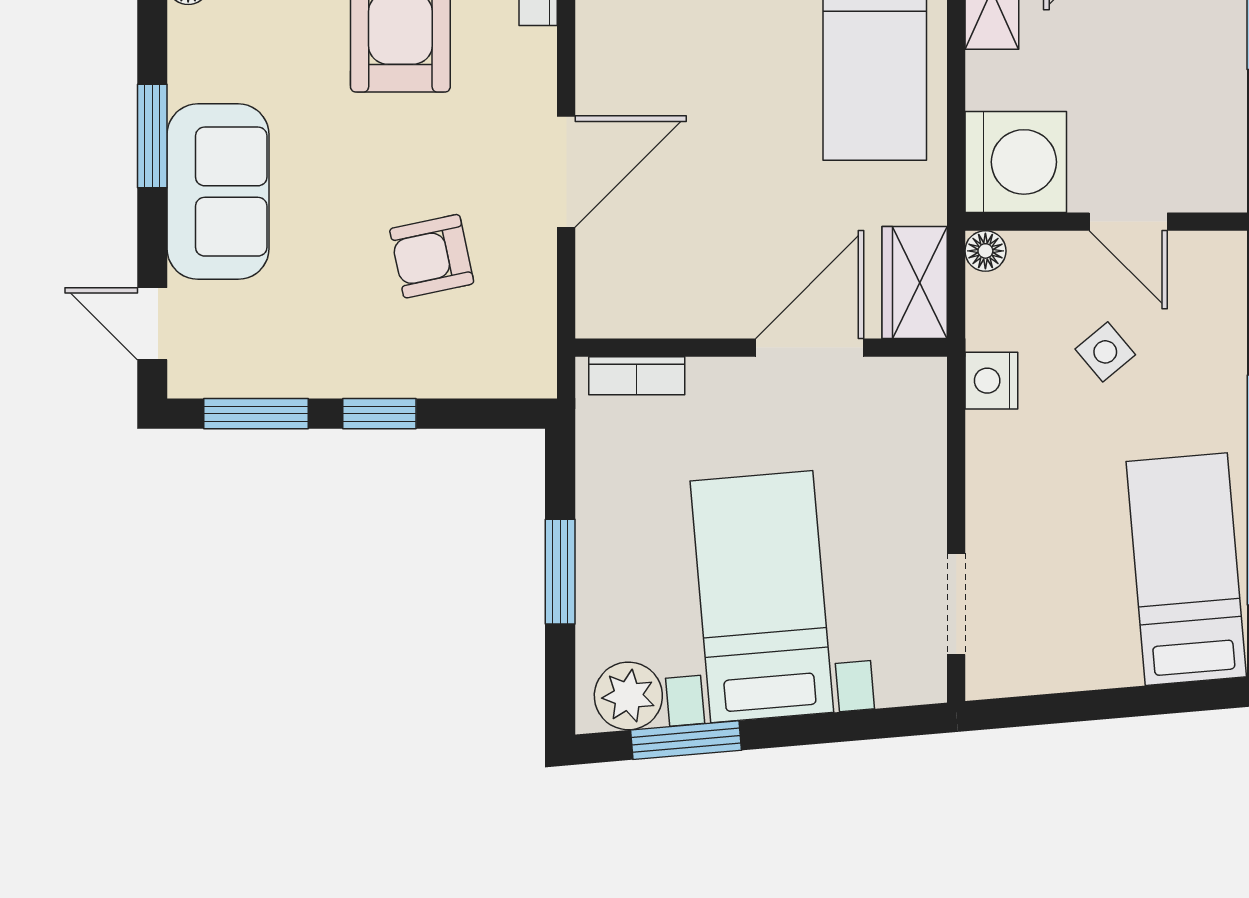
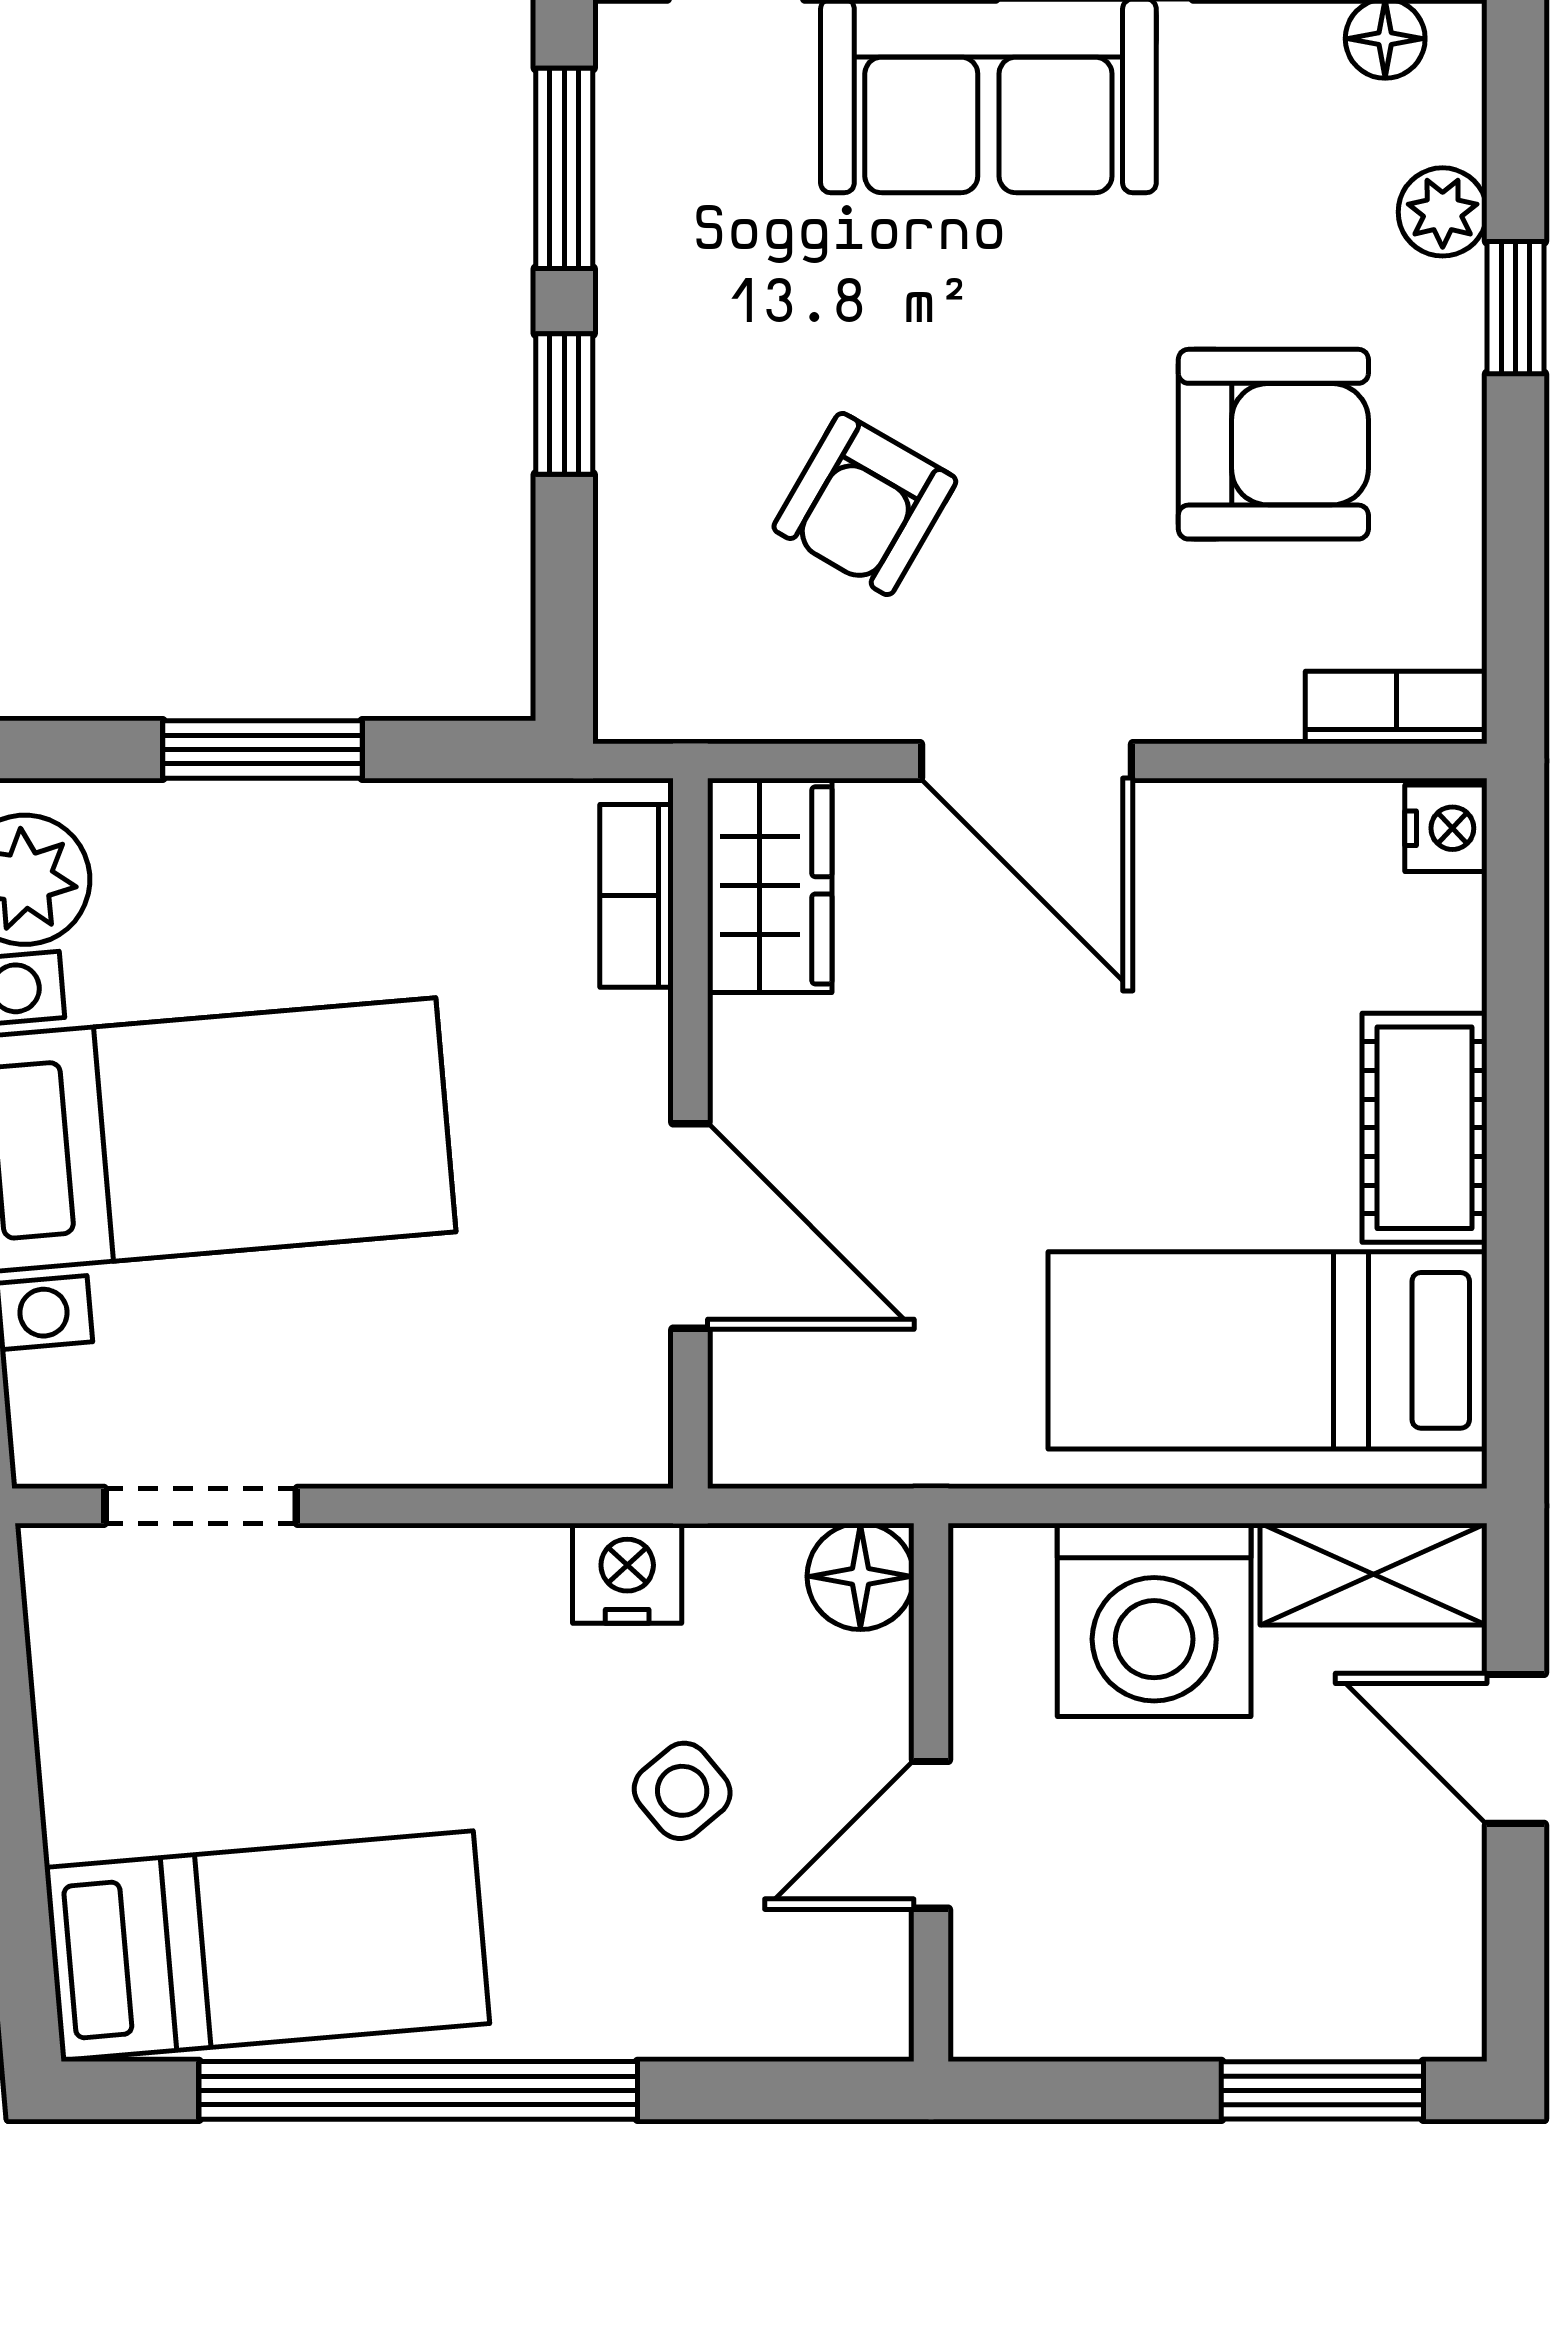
washing machine: (1016, 162) -> (1154, 1620), moved
floor lamp: (985, 251) -> (860, 1576), width x1.37, depth x1.37
armchair: (432, 256) -> (865, 504), turned -138
wardrobe: (915, 282) -> (770, 885), moved, turned 90

